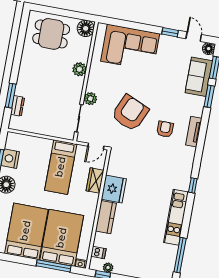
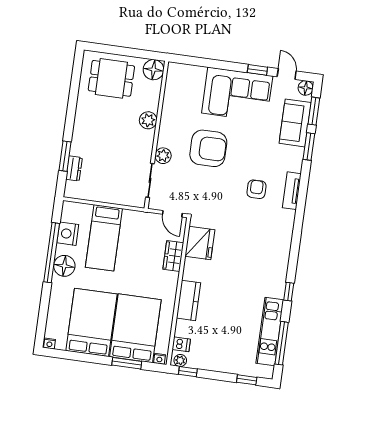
corner sofa: (130, 47) -> (237, 95), moved
armchair: (130, 113) -> (208, 148), moved, turned 66
door: (96, 146) -> (172, 214), hinge flipped
bed: (61, 167) -> (104, 238), moved
window: (193, 185) -> (289, 292), moved
fridge: (114, 189) -> (200, 243), moved
kitchen unit: (176, 217) -> (270, 331), moved
window: (54, 266) -> (127, 363), width x0.69
plant: (108, 268) -> (180, 360), moved

